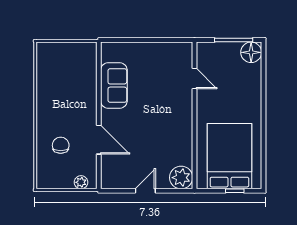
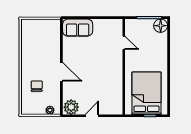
sofa: (114, 86) -> (78, 28), moved, turned 90
door: (99, 140) -> (61, 72), moved
plant: (181, 178) -> (71, 107), moved

